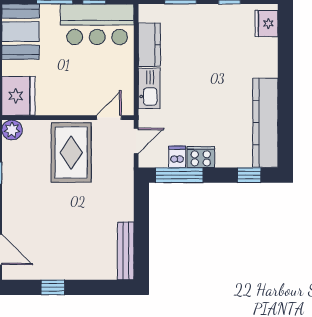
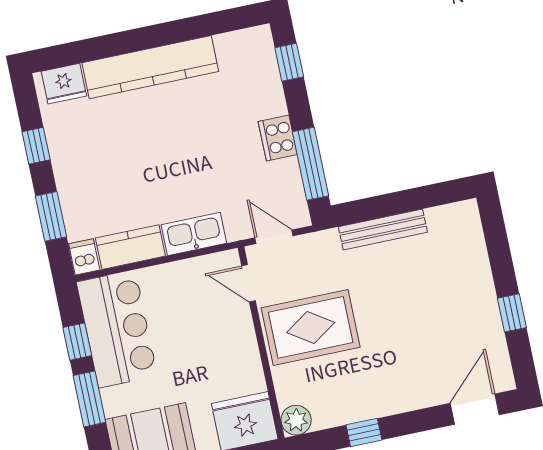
kitchen counter: (265, 123) -> (150, 67), moved
dishwasher: (177, 157) -> (84, 257), moved, turned 90
bench: (126, 251) -> (383, 230), moved

